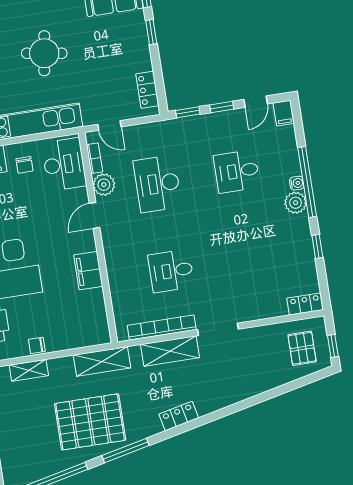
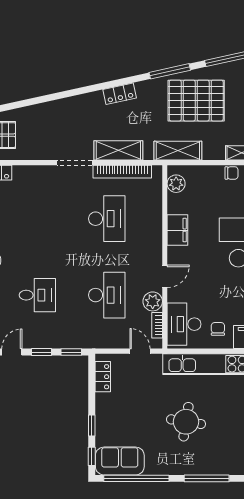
desk: (171, 271) -> (107, 219), width x1.37
plant: (98, 323) -> (176, 184), added

